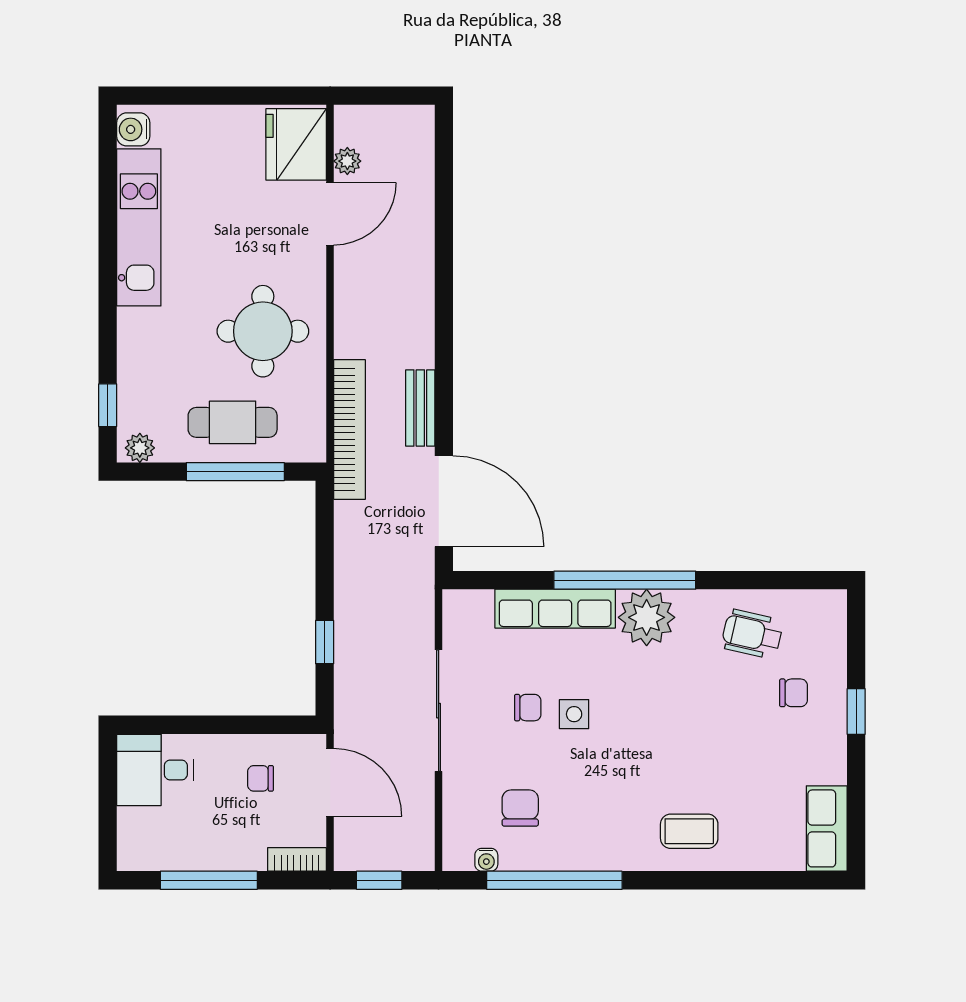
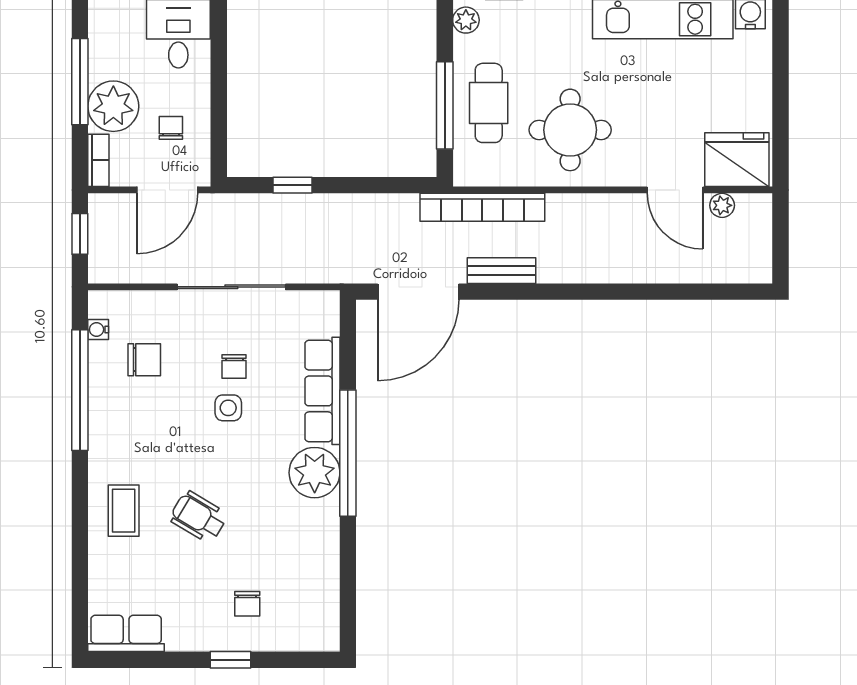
wheelchair: (752, 634) -> (198, 517), moved, turned -72
plant: (236, 843) -> (113, 106), added

